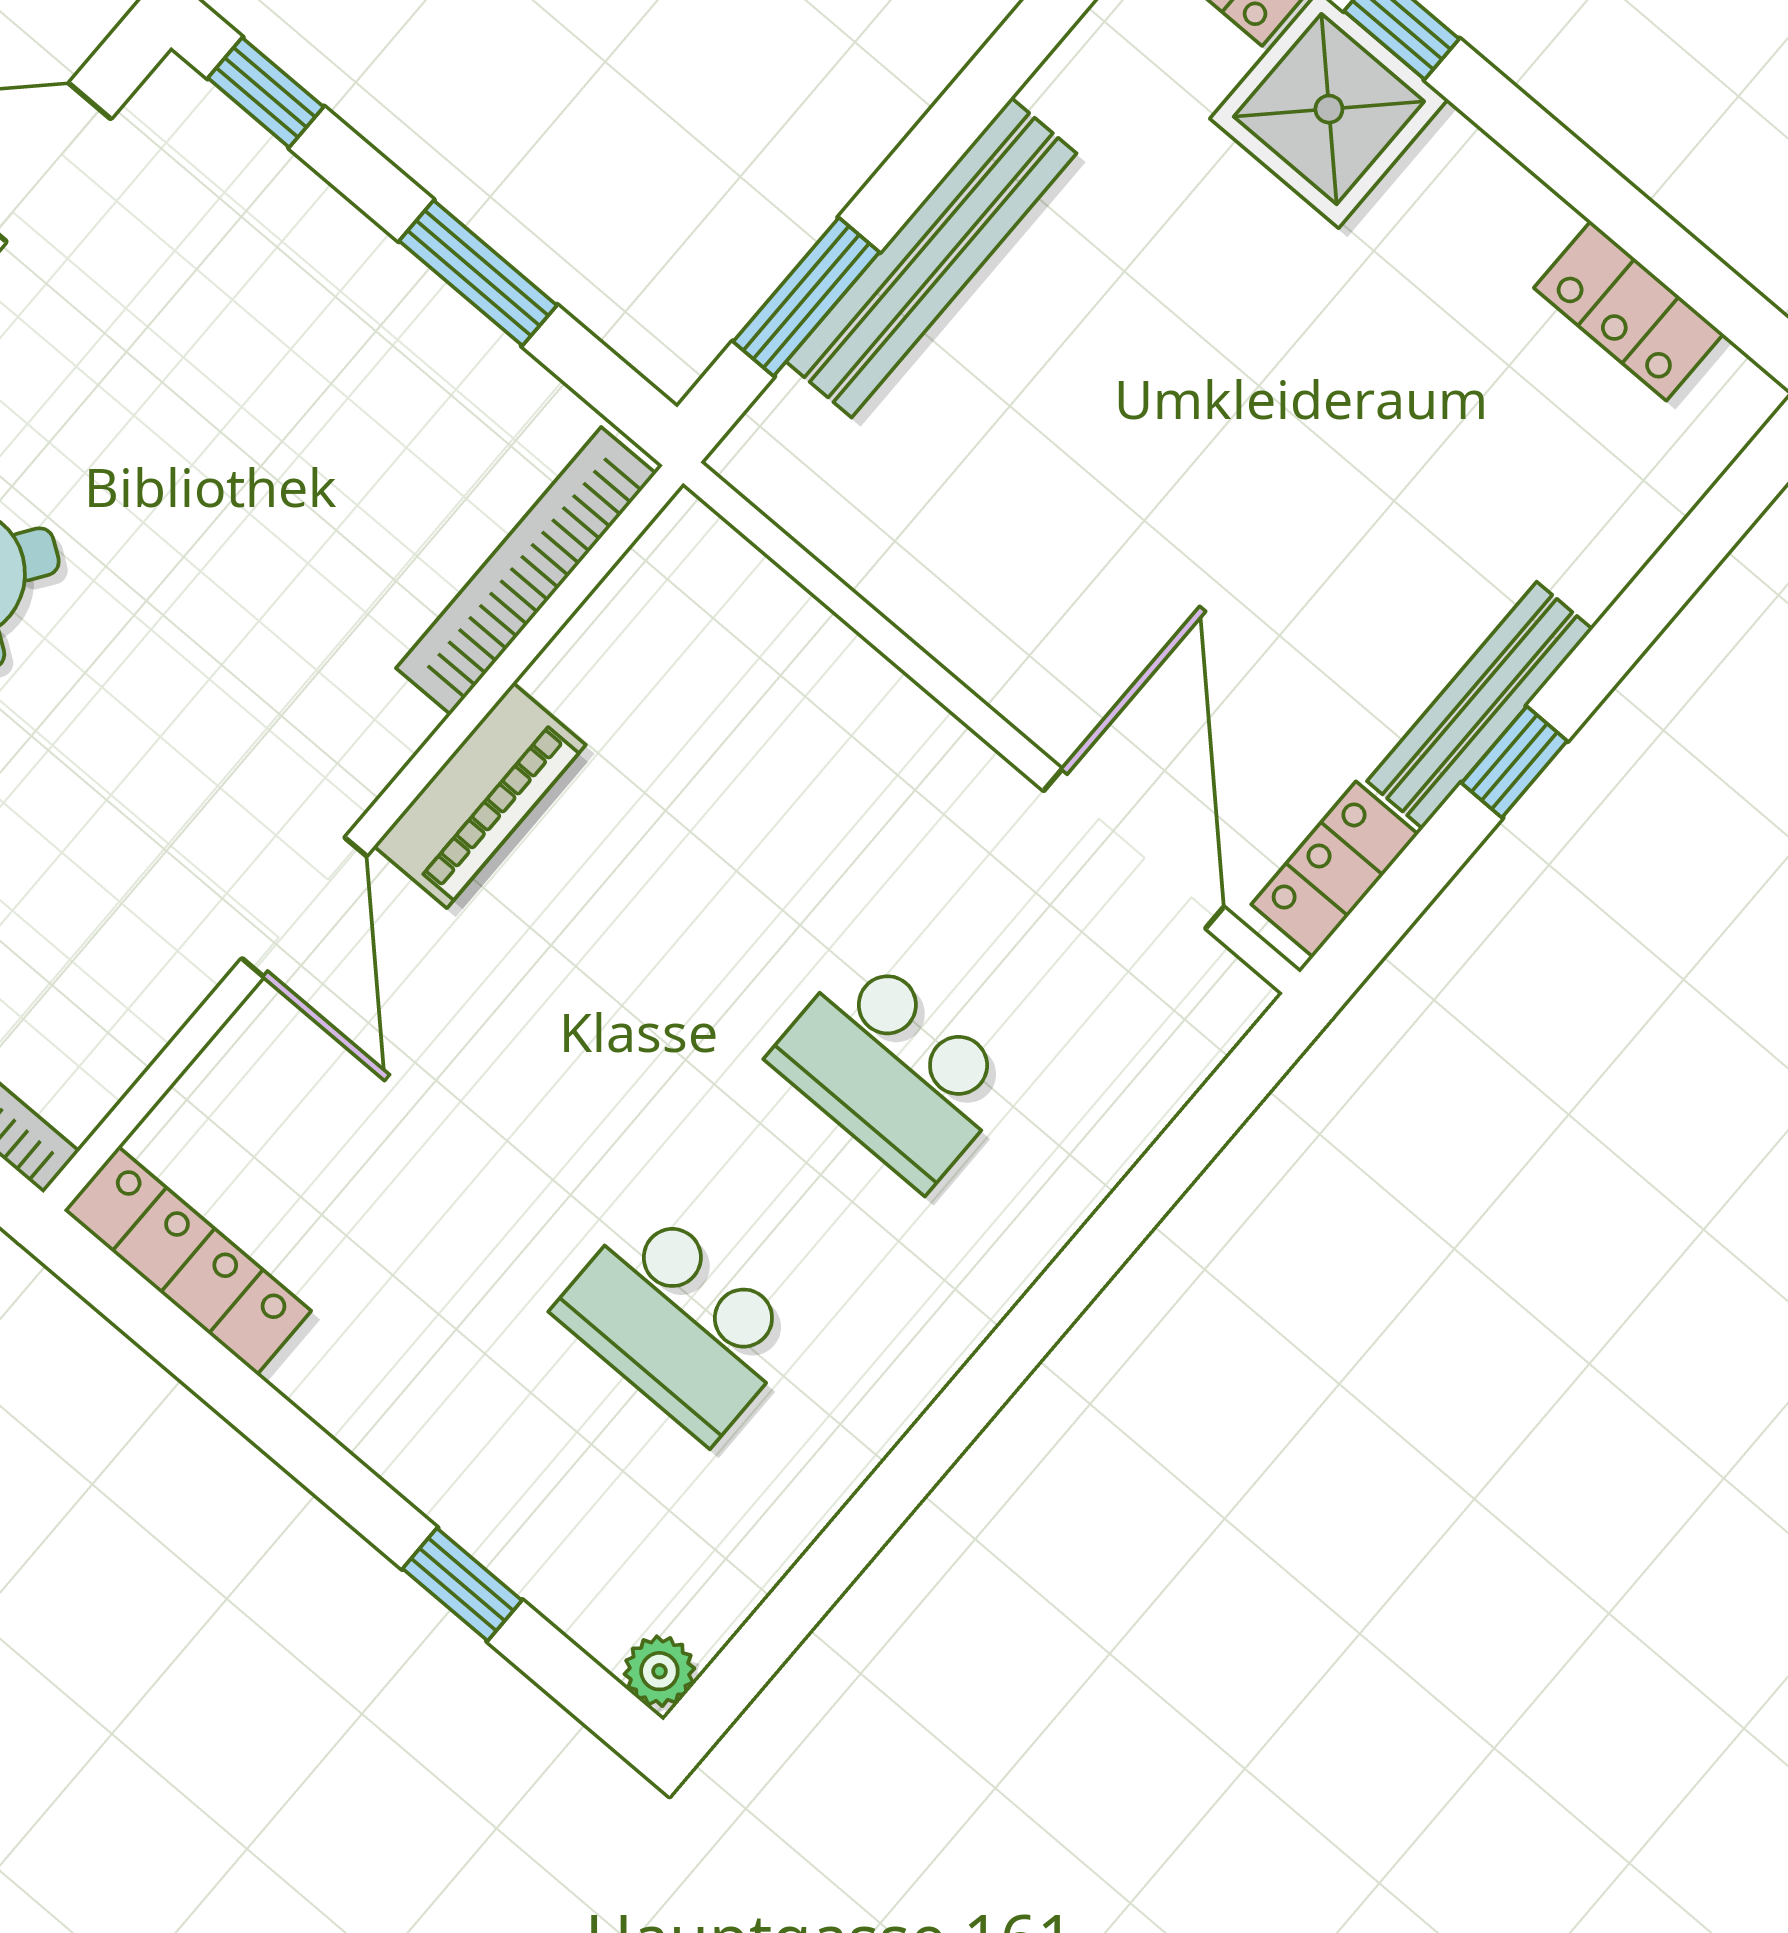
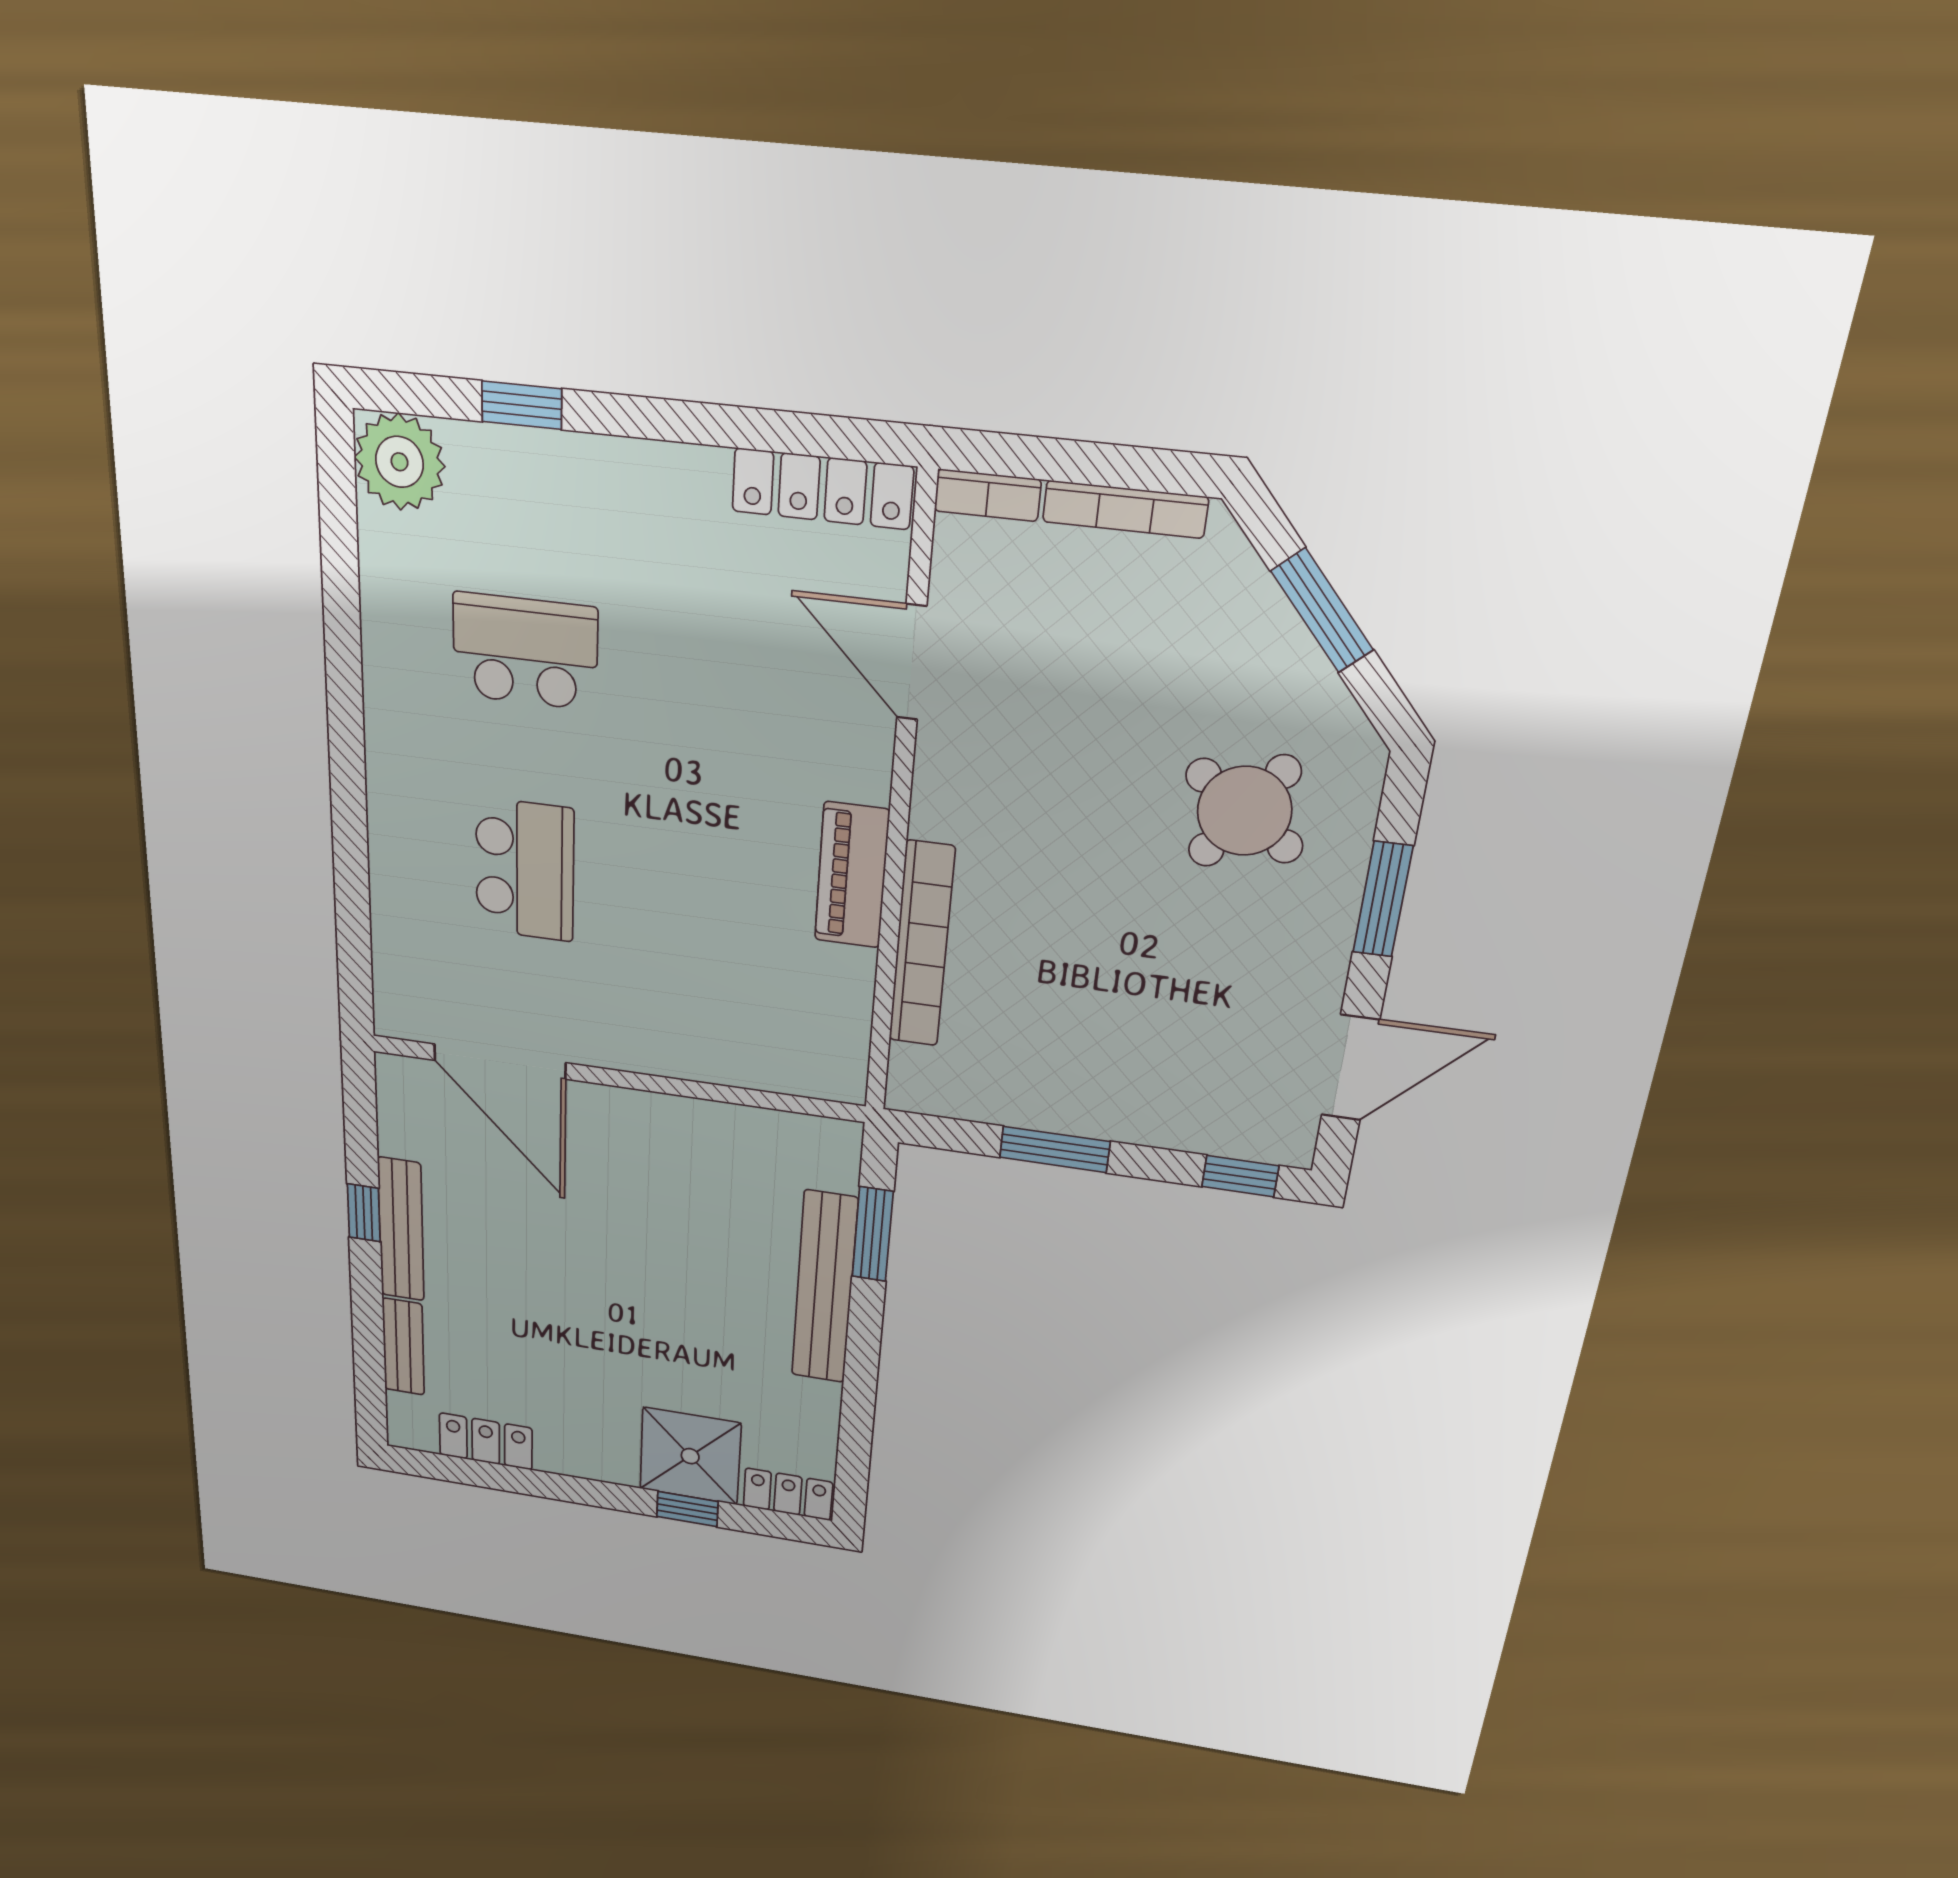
bench: (1630, 531) -> (403, 1347), added
bookcase: (526, 571) -> (922, 945), moved
locker: (1335, 869) -> (400, 1112), removed
door: (304, 907) -> (912, 662), moved
school desk: (893, 1071) -> (525, 870), turned 90
plant: (659, 1671) -> (399, 462), width x1.88, depth x1.88

